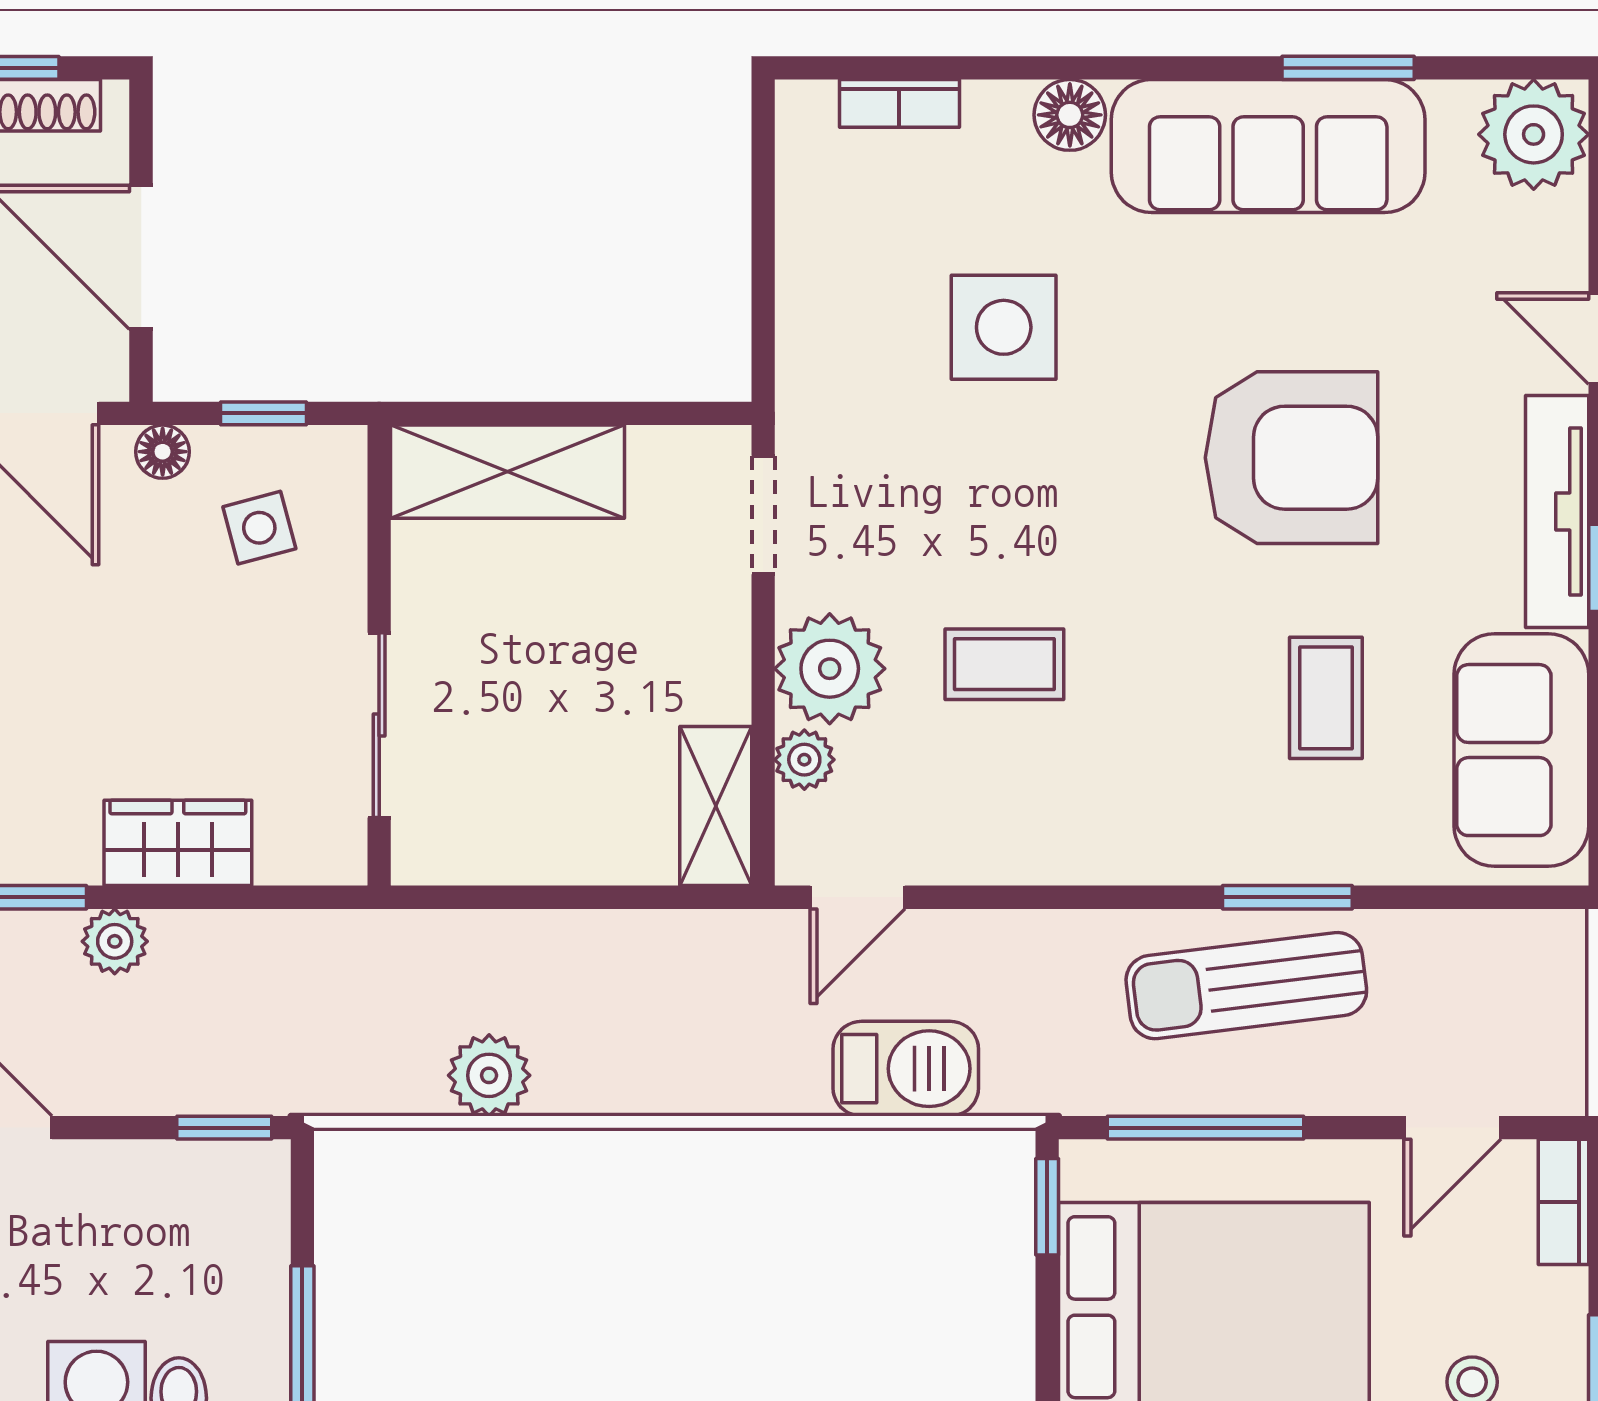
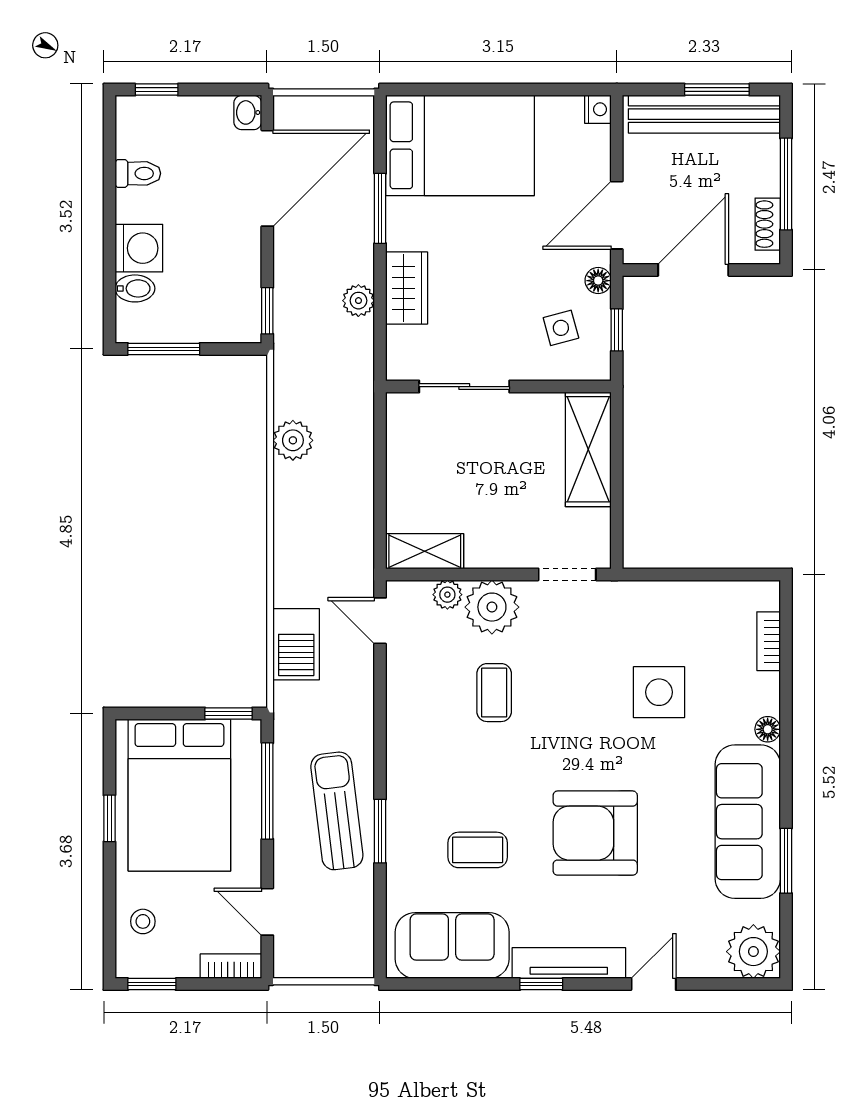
floor lamp: (1070, 115) -> (768, 729), width x0.73, depth x0.73
armchair: (1292, 458) -> (595, 833), turned 90
plant: (115, 941) -> (358, 301), moved

